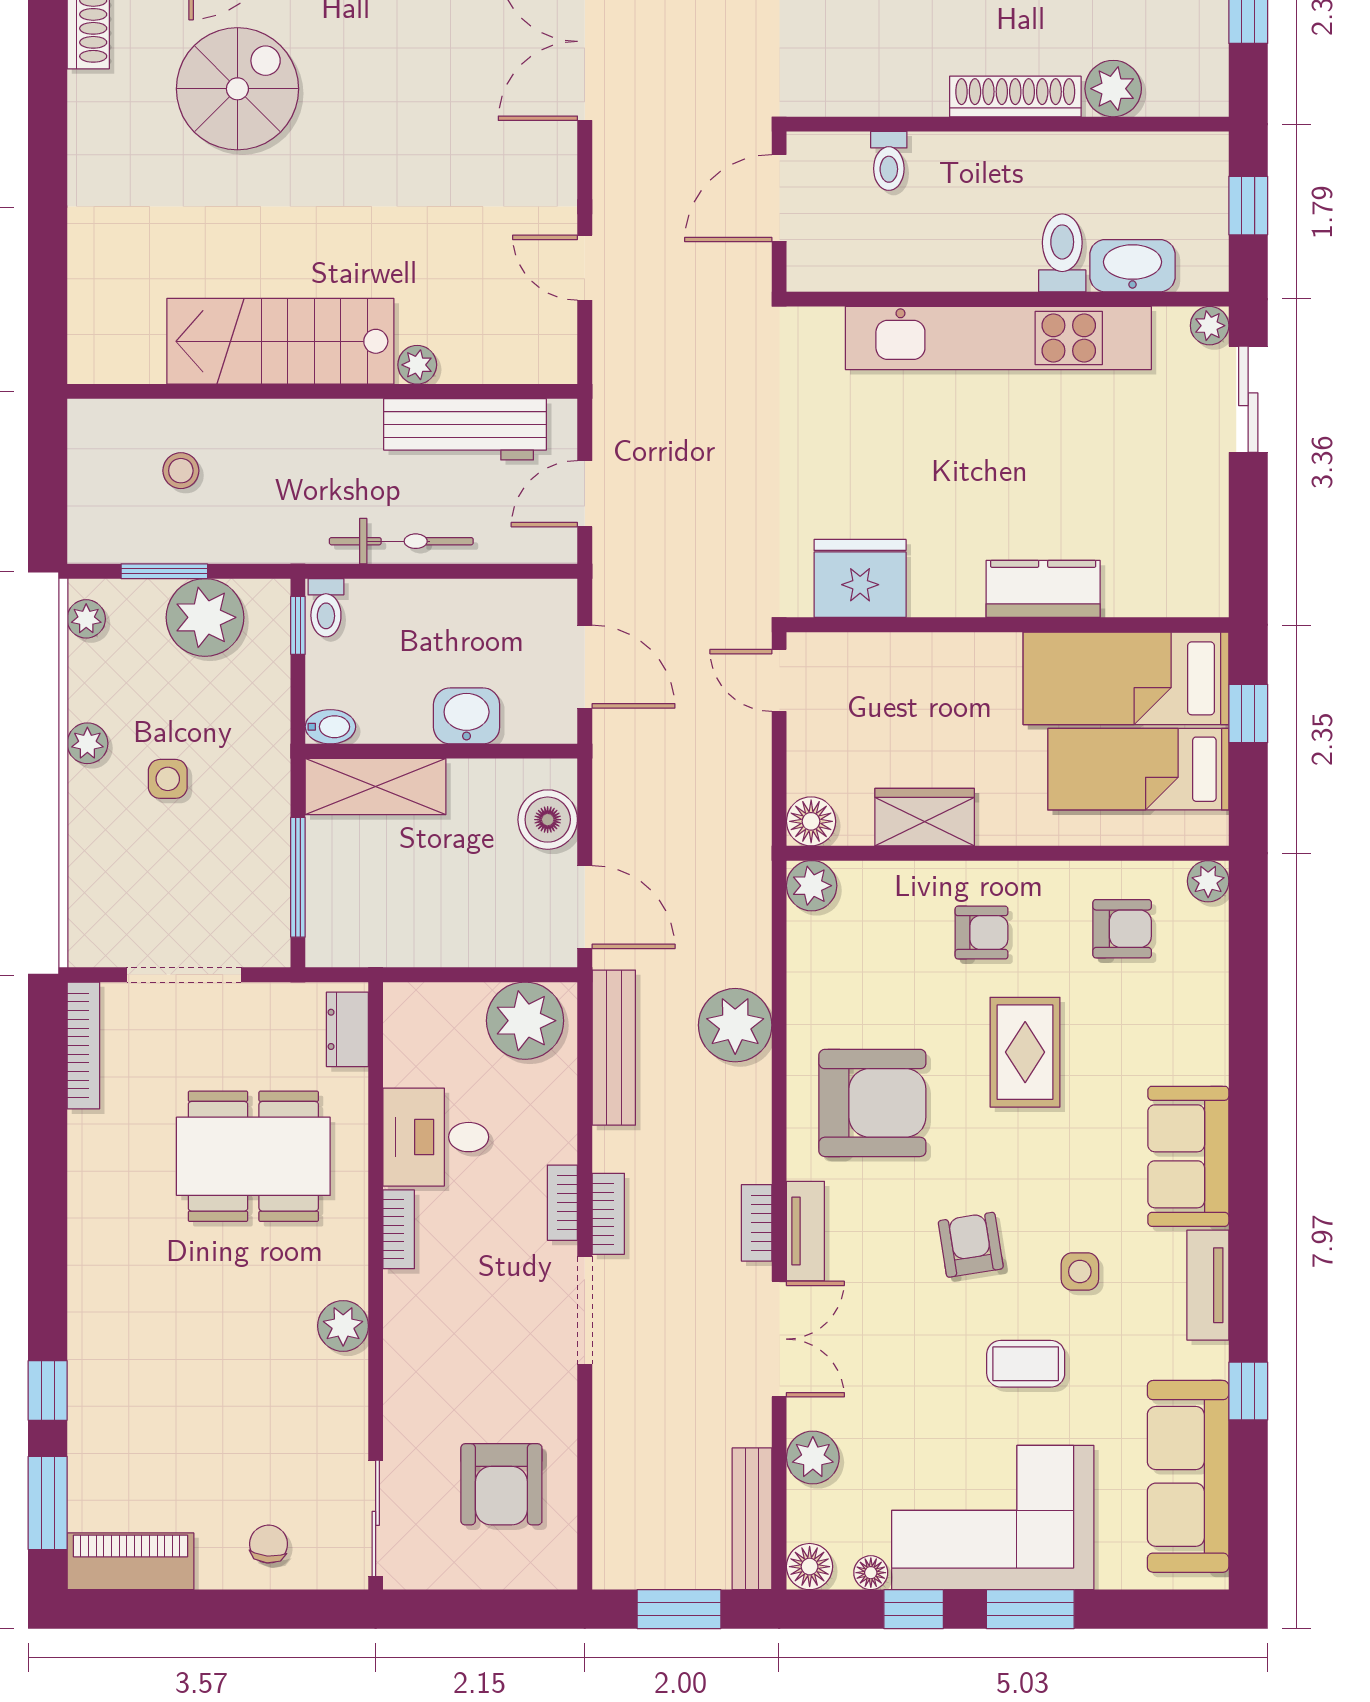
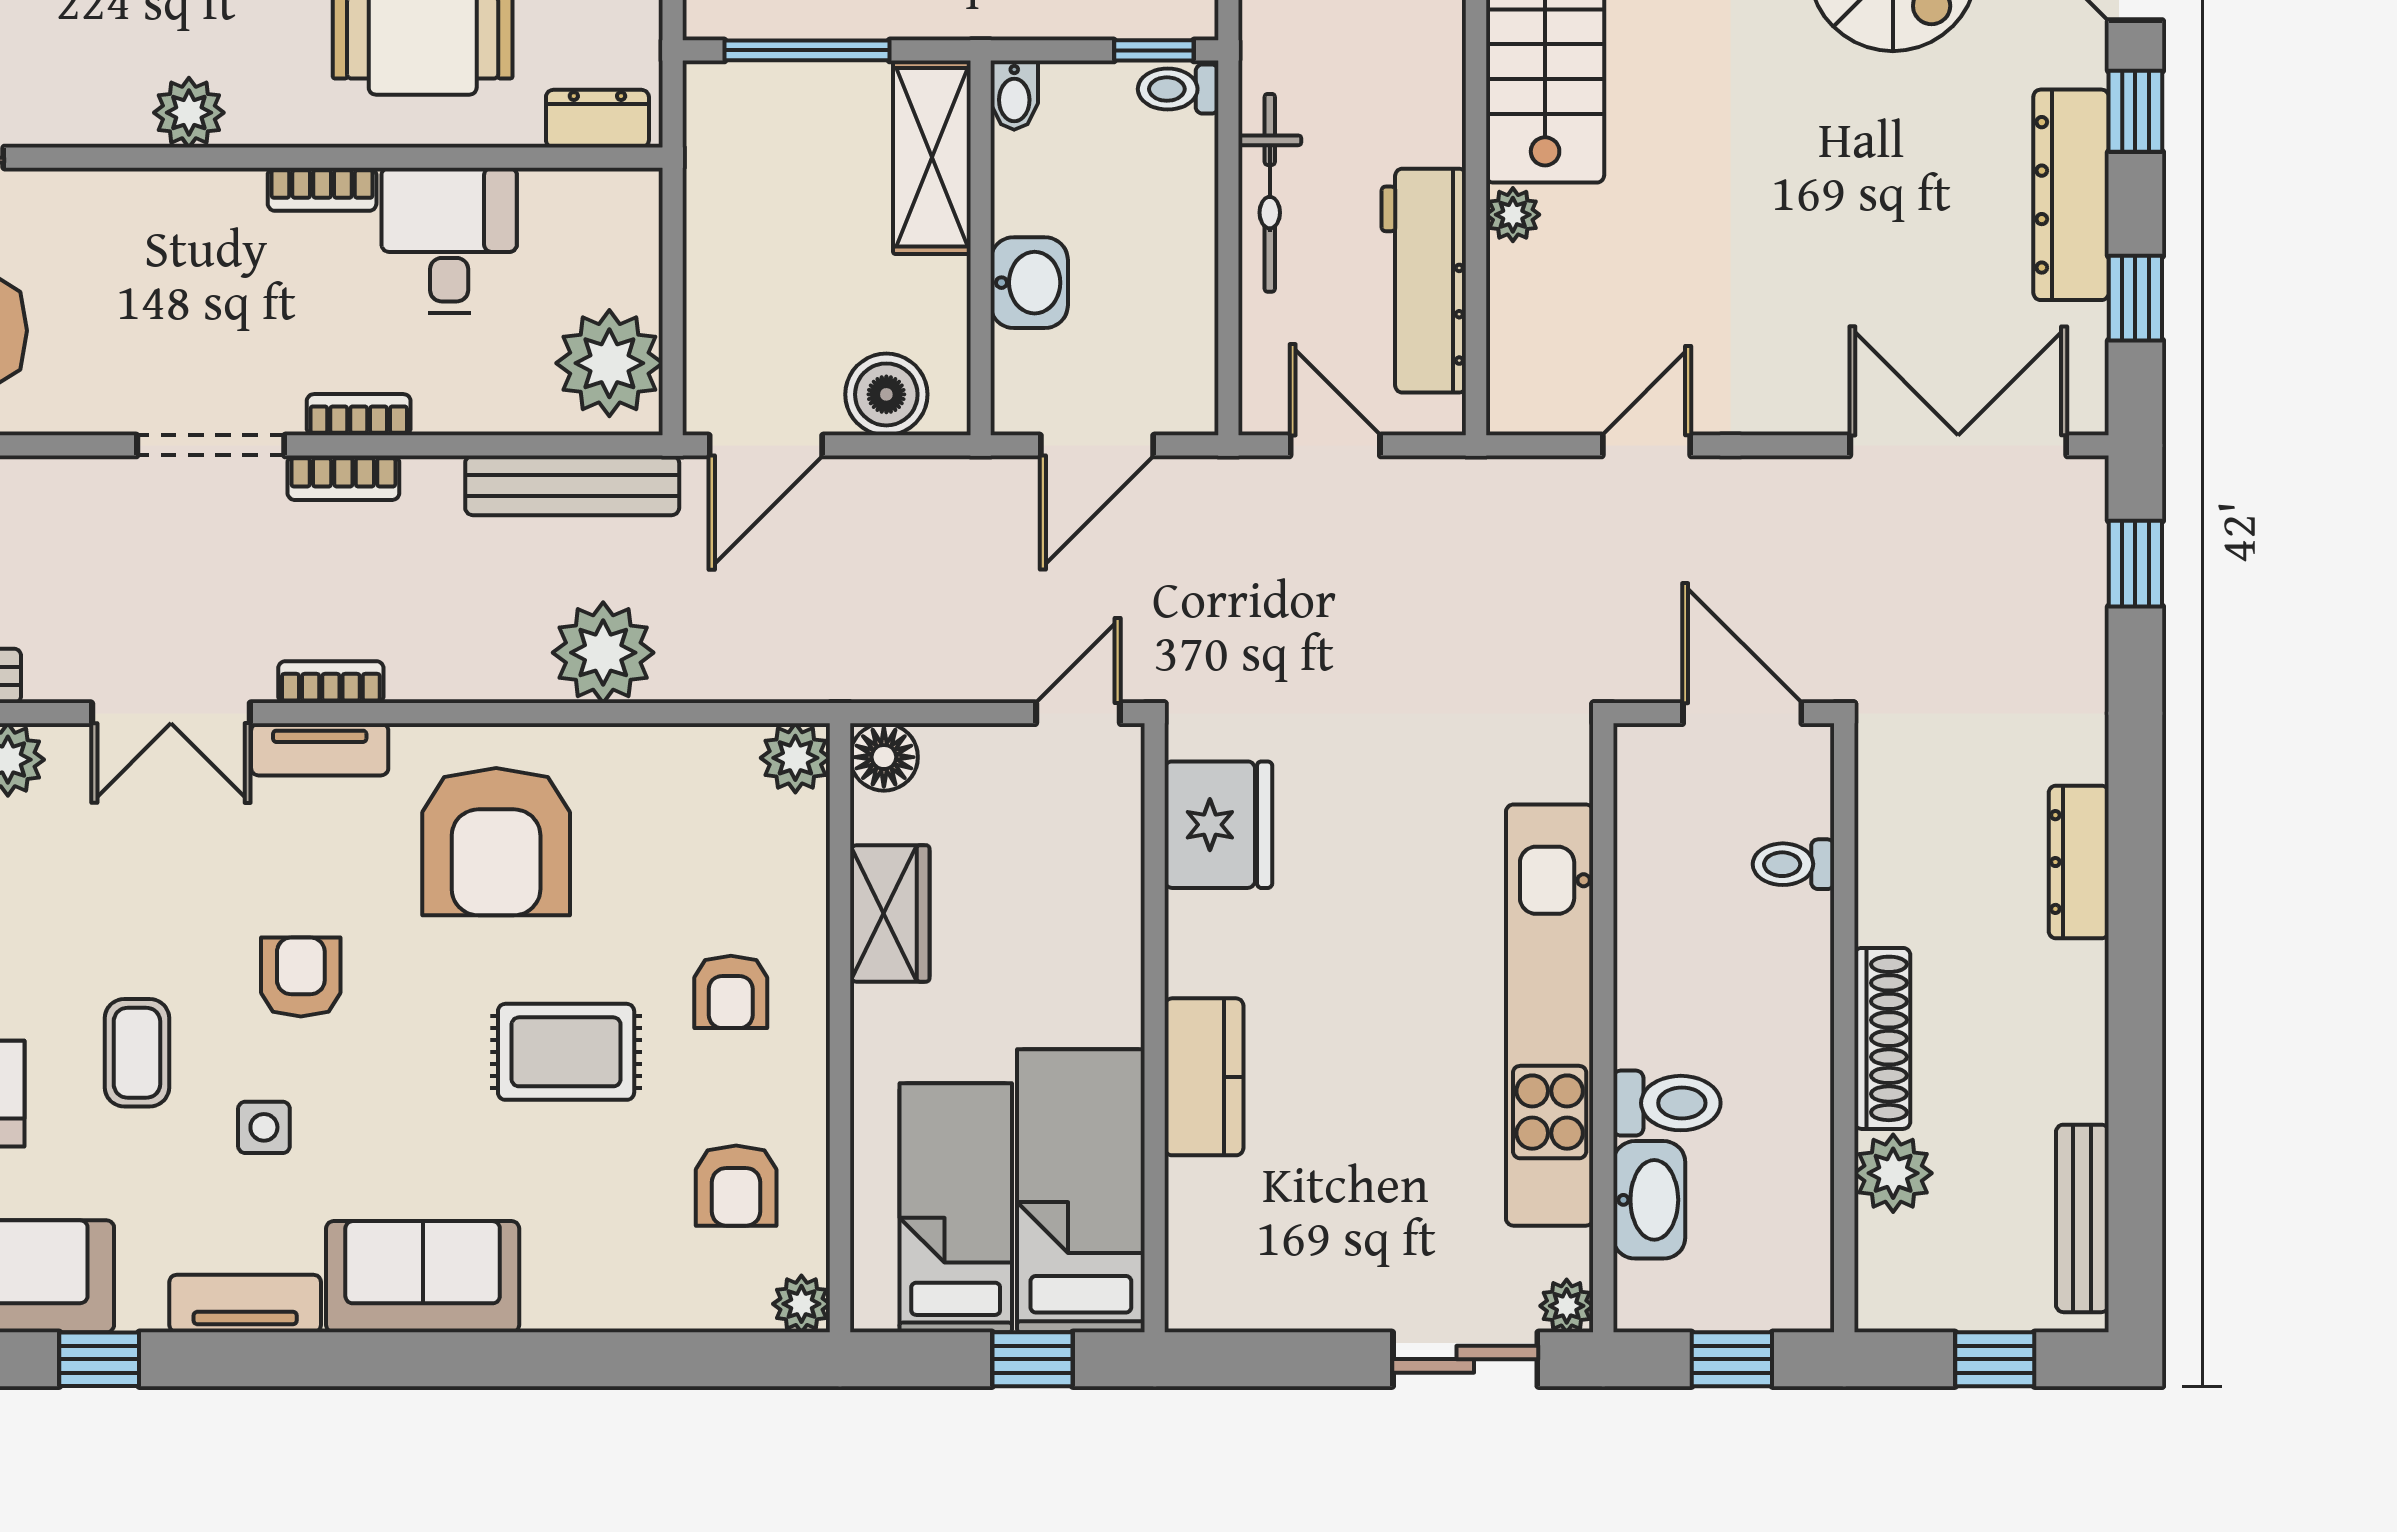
armchair: (971, 1245) -> (301, 977), turned -81

